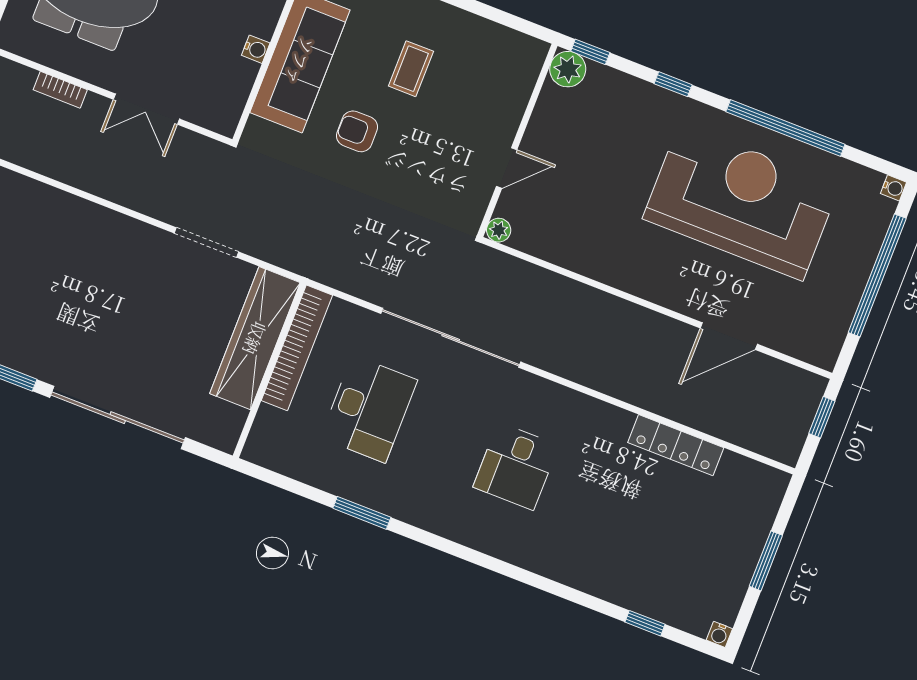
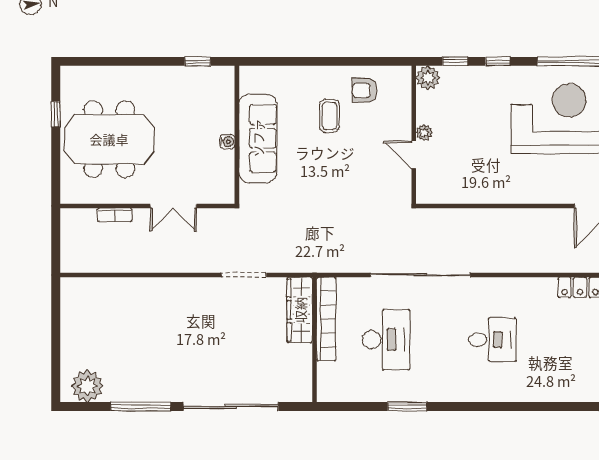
window: (590, 52) -> (455, 61), moved
armchair: (357, 131) -> (365, 90), moved
door: (507, 168) -> (414, 155), swing flipped
plant: (499, 230) -> (424, 132), moved
wardrobe: (255, 338) -> (300, 310), width x0.71, depth x0.85
desk: (516, 466) -> (492, 340), turned -90

